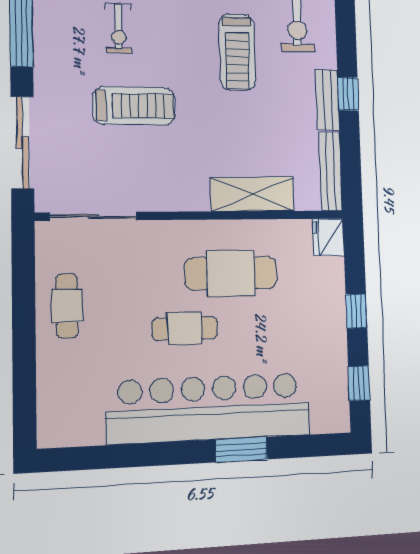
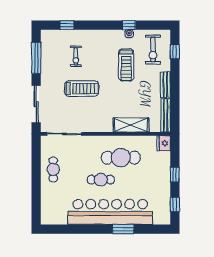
window: (348, 94) -> (175, 52), moved

